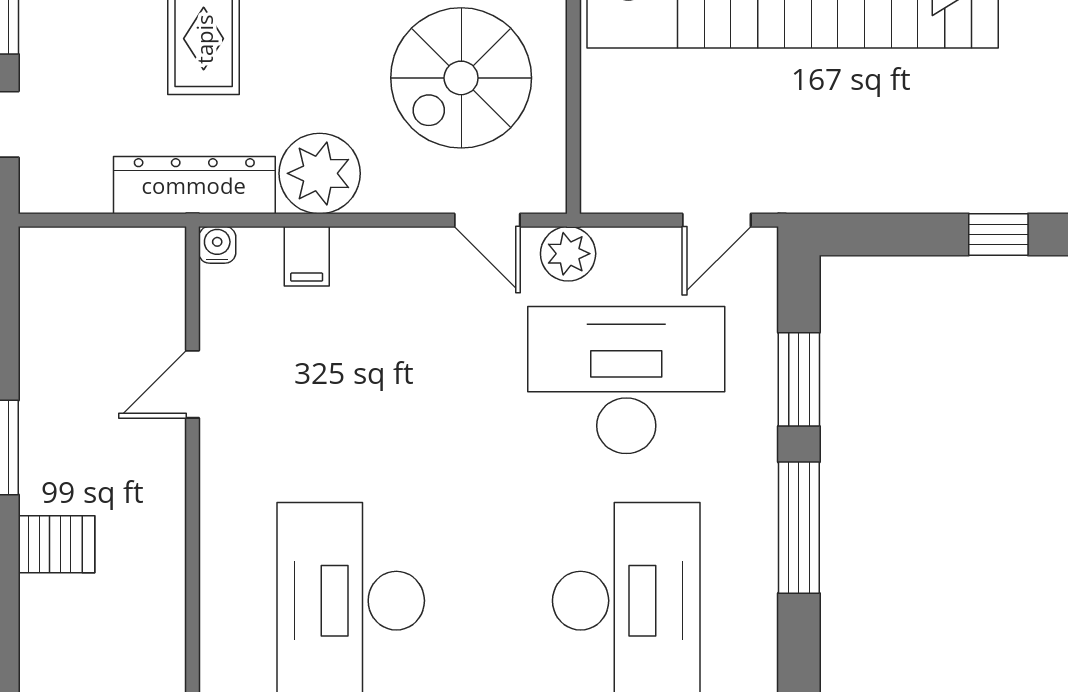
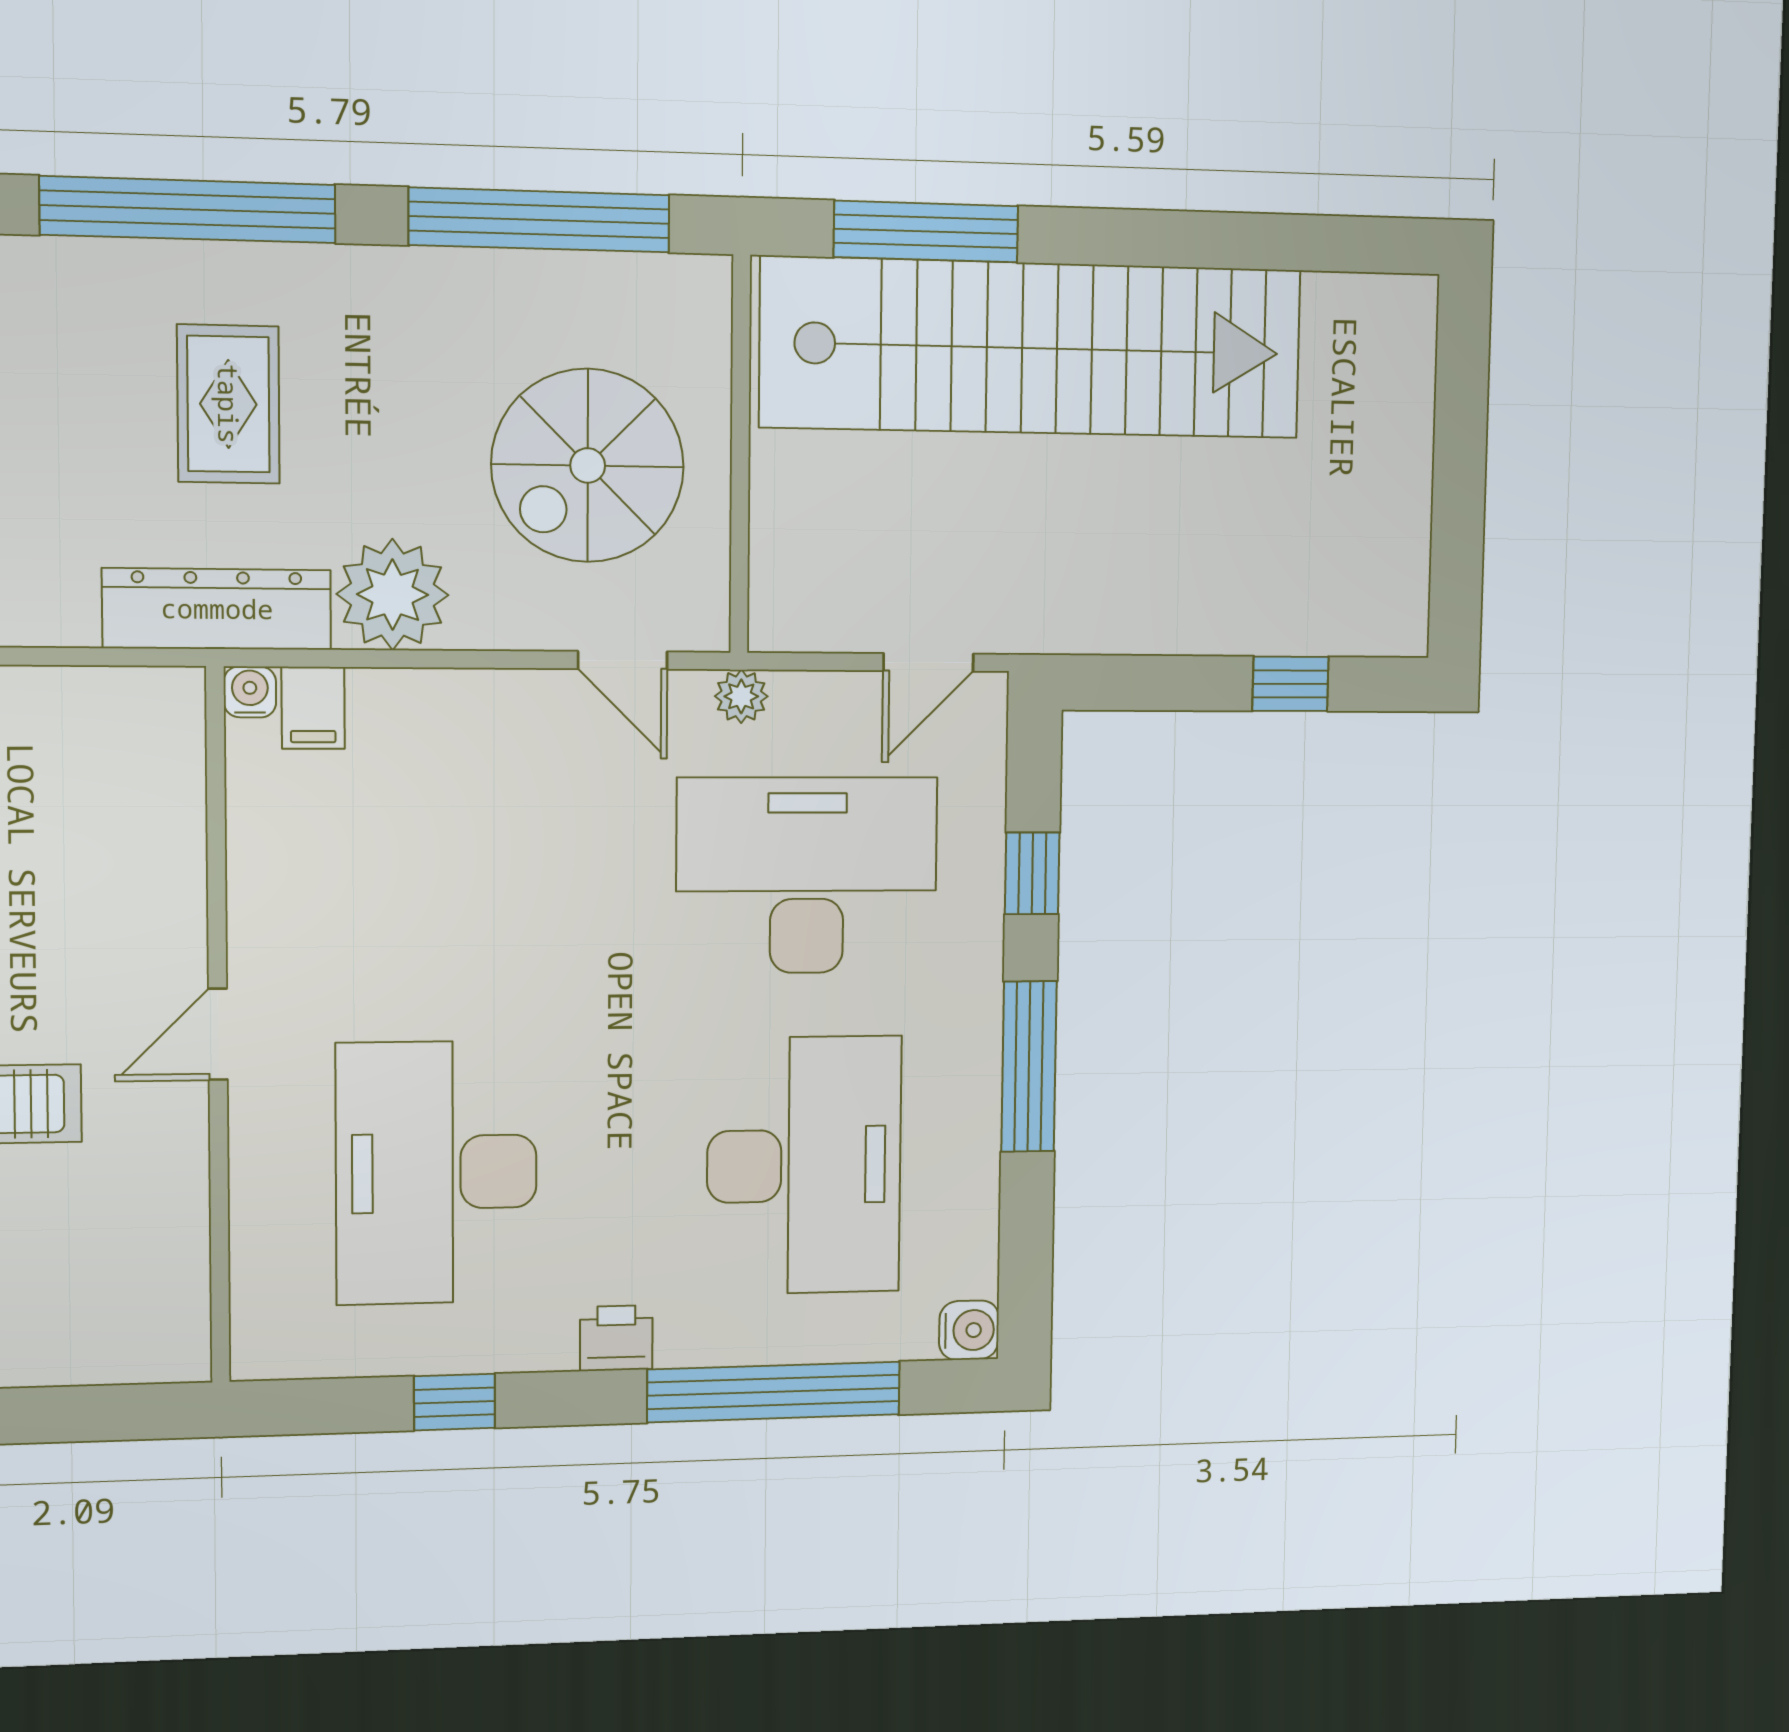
plant: (568, 254) -> (741, 696), width x0.73, depth x0.73
filing cabinet: (307, 256) -> (313, 708), moved
window: (799, 379) -> (1032, 873), width x0.67
door: (192, 384) -> (218, 1034), moved

